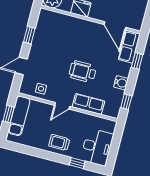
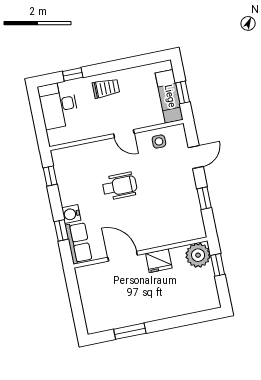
door: (115, 26) -> (123, 256), moved
water cooler: (121, 83) -> (71, 214), moved
row of seats: (88, 104) -> (94, 151), removed
door: (62, 106) -> (124, 134), swing flipped

